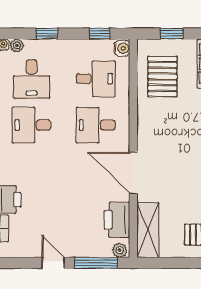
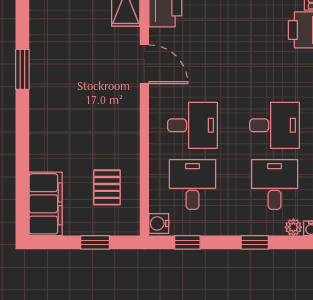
pallet: (162, 76) -> (107, 187), width x0.67, depth x0.71
desk: (96, 79) -> (192, 184), turned 90
door: (133, 173) -> (144, 64), width x0.73

